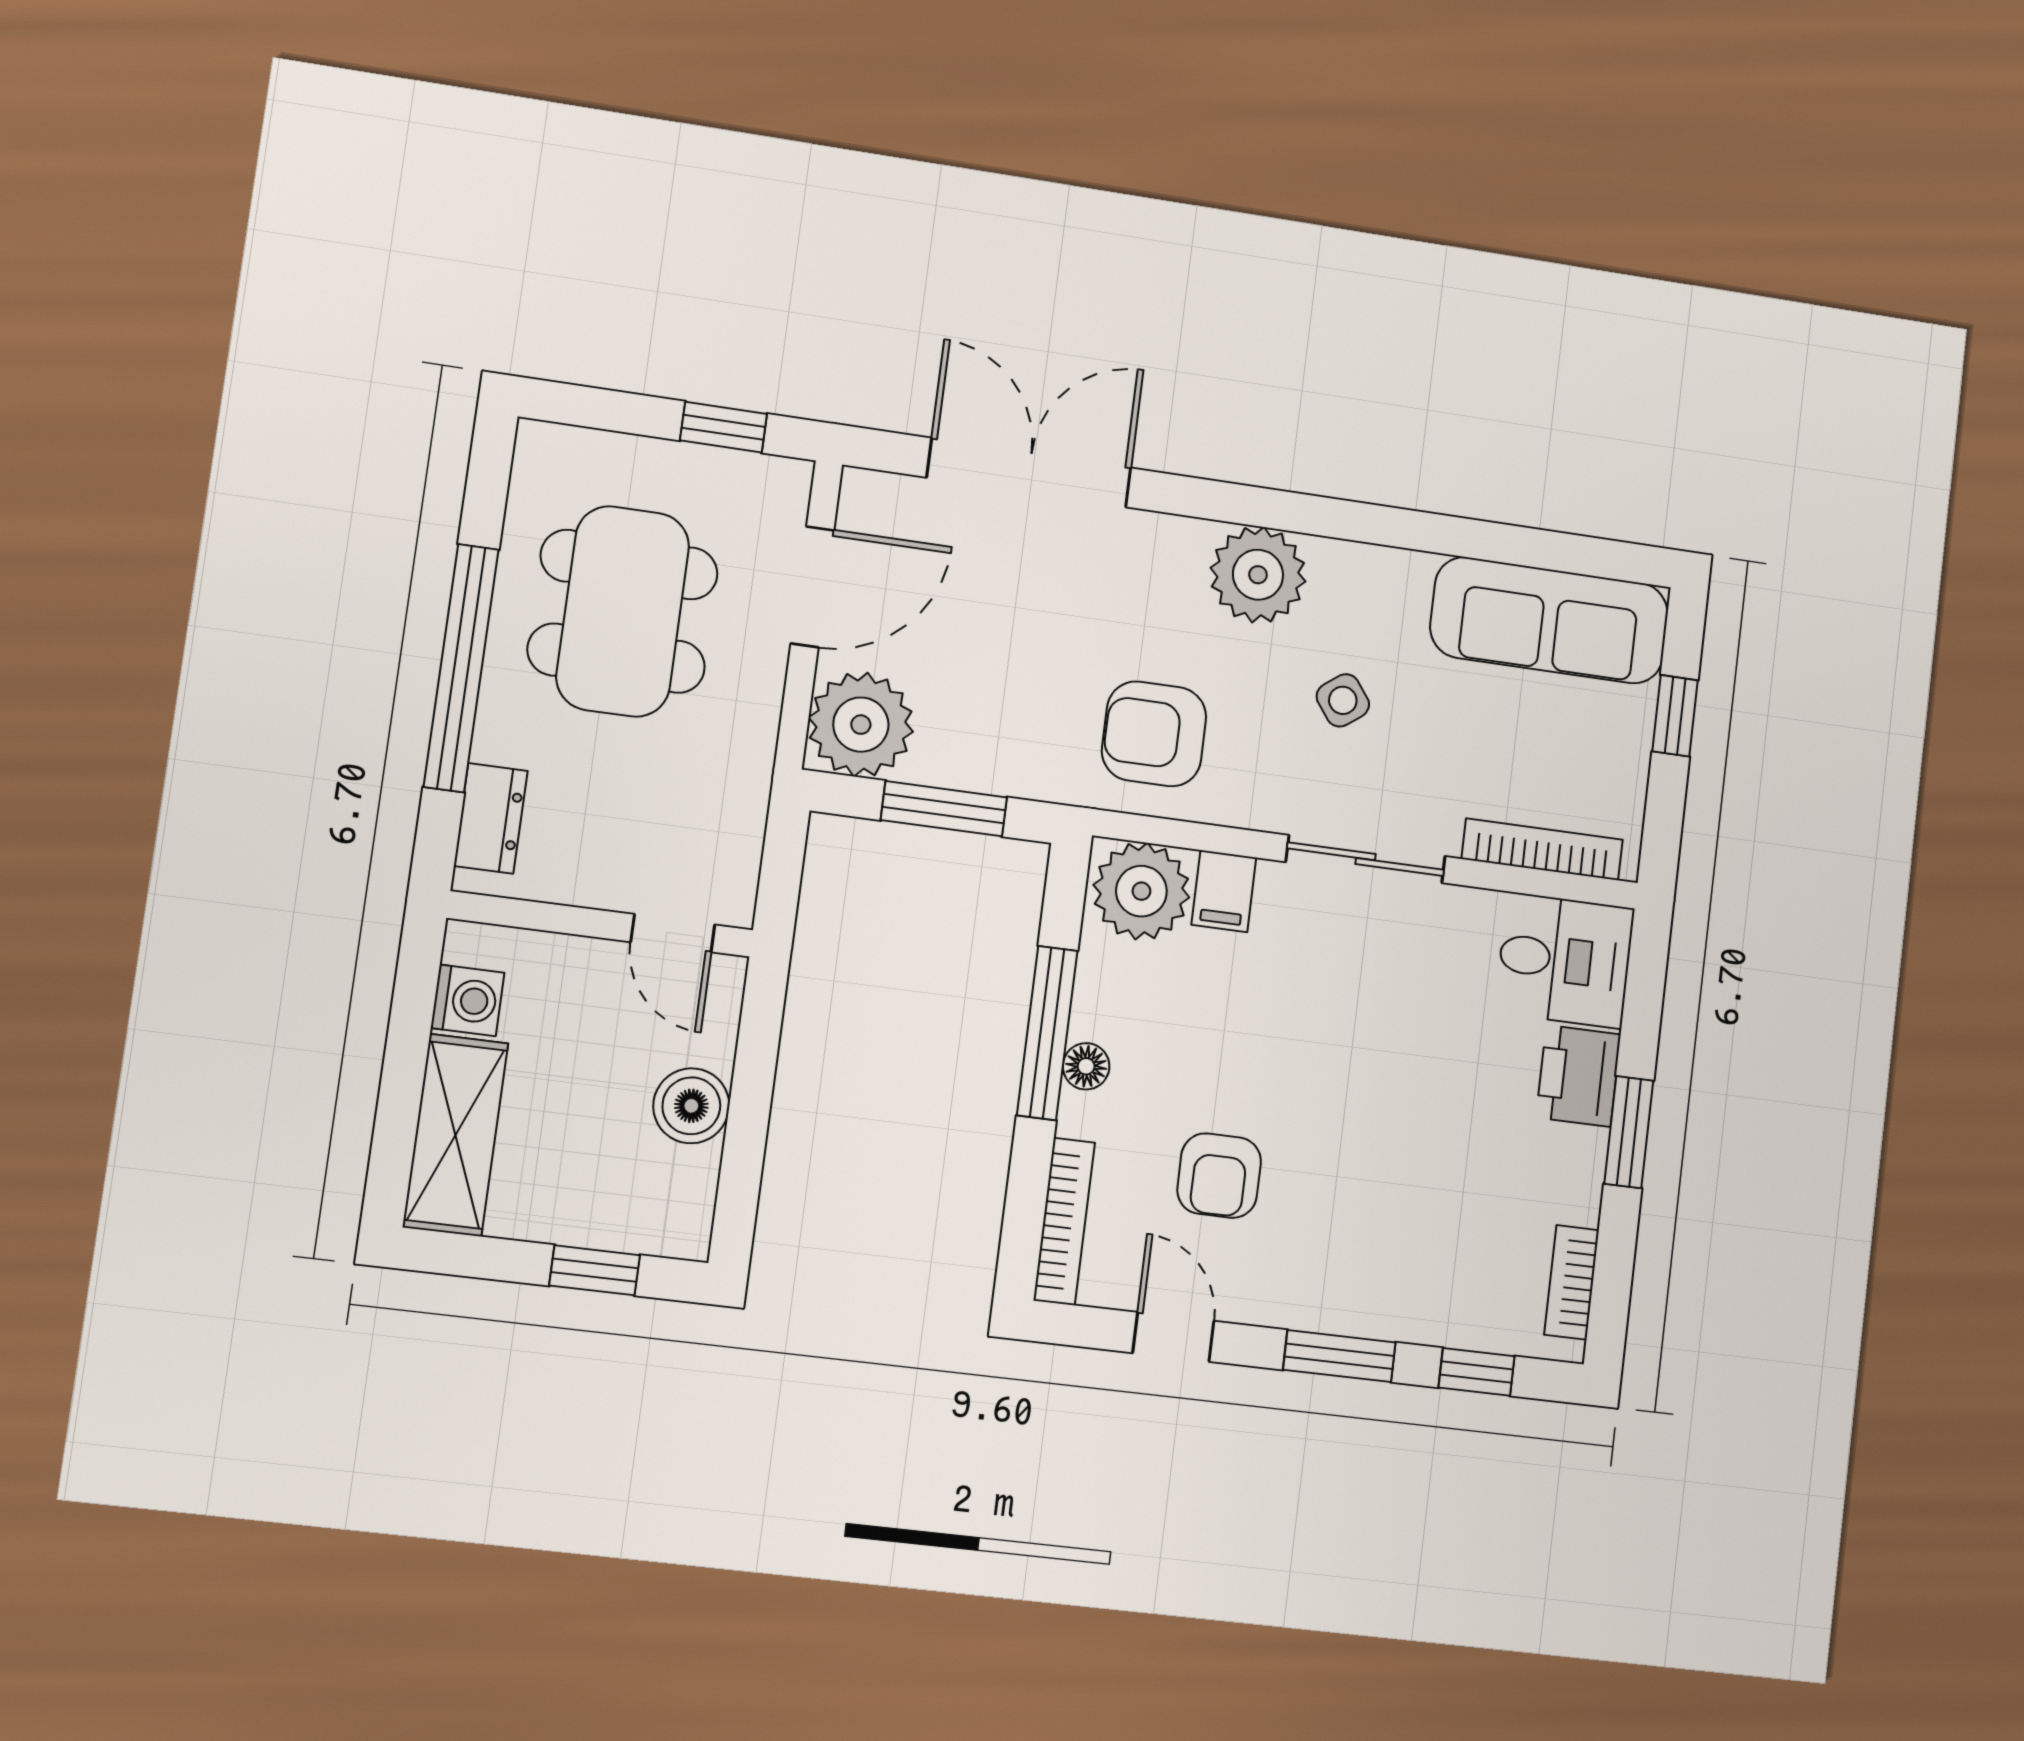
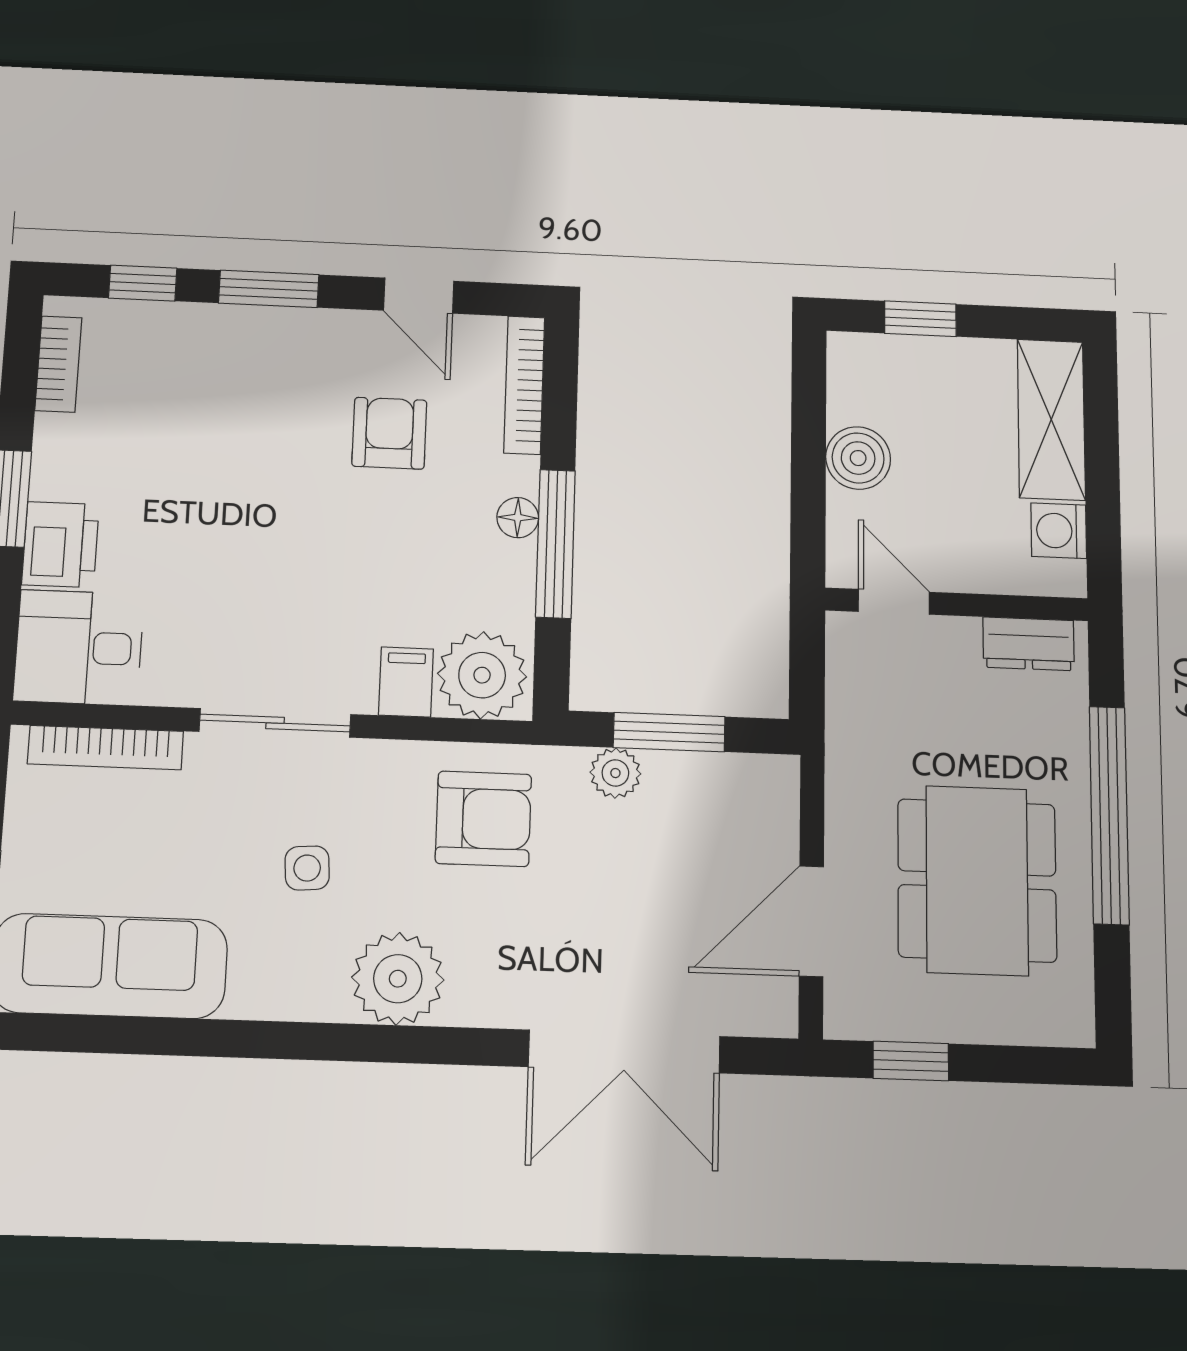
side table: (1343, 700) -> (307, 868), turned 33
plant: (861, 725) -> (615, 773), moved, width x0.53, depth x0.53
dresser: (491, 818) -> (1029, 644), moved, turned -90

